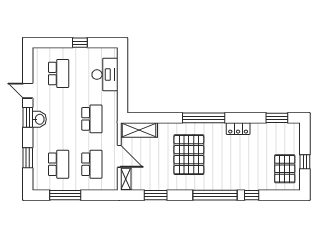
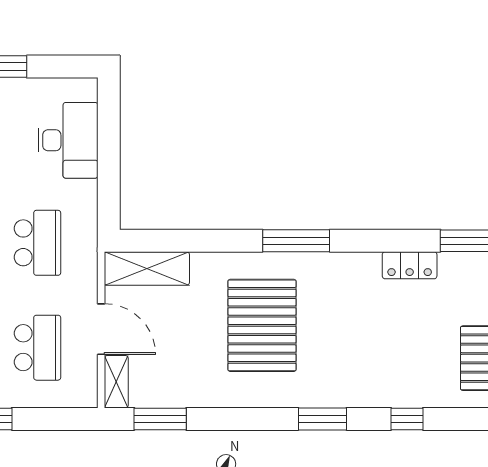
window: (204, 118) -> (296, 241), width x0.68
locker: (238, 129) -> (410, 265), moved
window: (156, 195) -> (160, 419), moved
window: (215, 195) -> (322, 419), width x0.47

